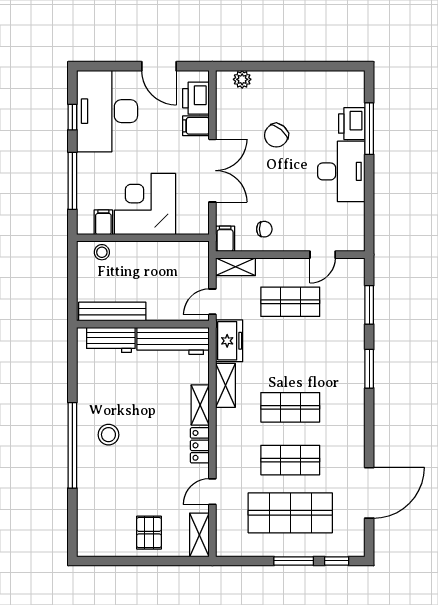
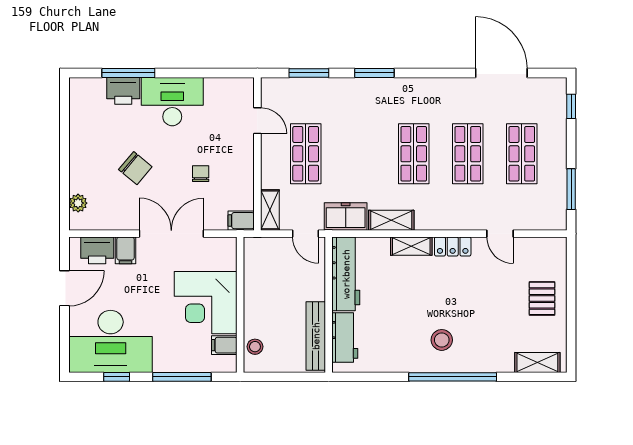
chair: (264, 229) -> (201, 174), moved
shop shelf: (290, 513) -> (522, 154), width x0.70, depth x0.74
pallet: (149, 533) -> (542, 298), turned 90
shelving: (199, 535) -> (537, 363), moved
window: (294, 561) -> (571, 189), moved

